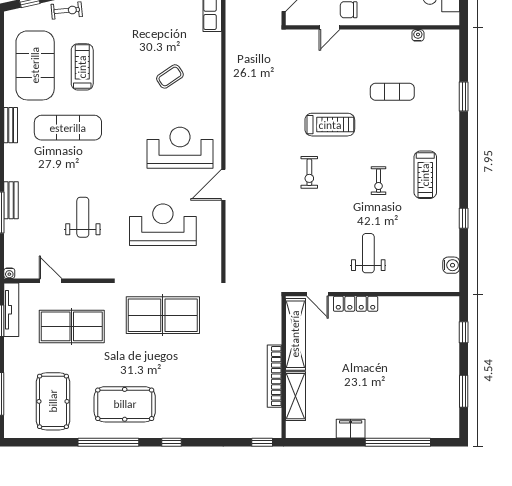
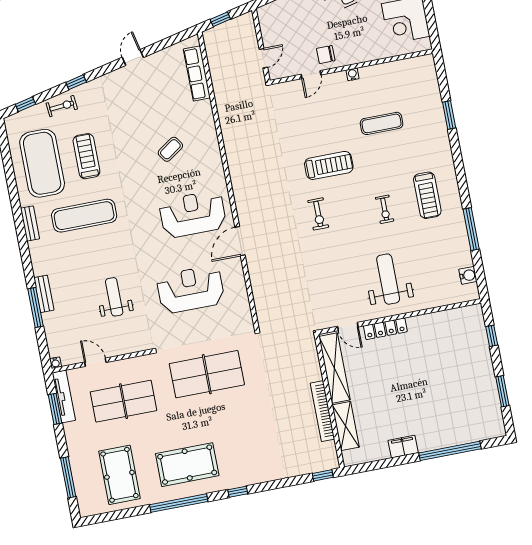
water cooler: (418, 35) -> (352, 74), moved
window: (464, 218) -> (471, 229), width x2.17
weight bench: (368, 253) -> (388, 279), width x1.36, depth x1.33

